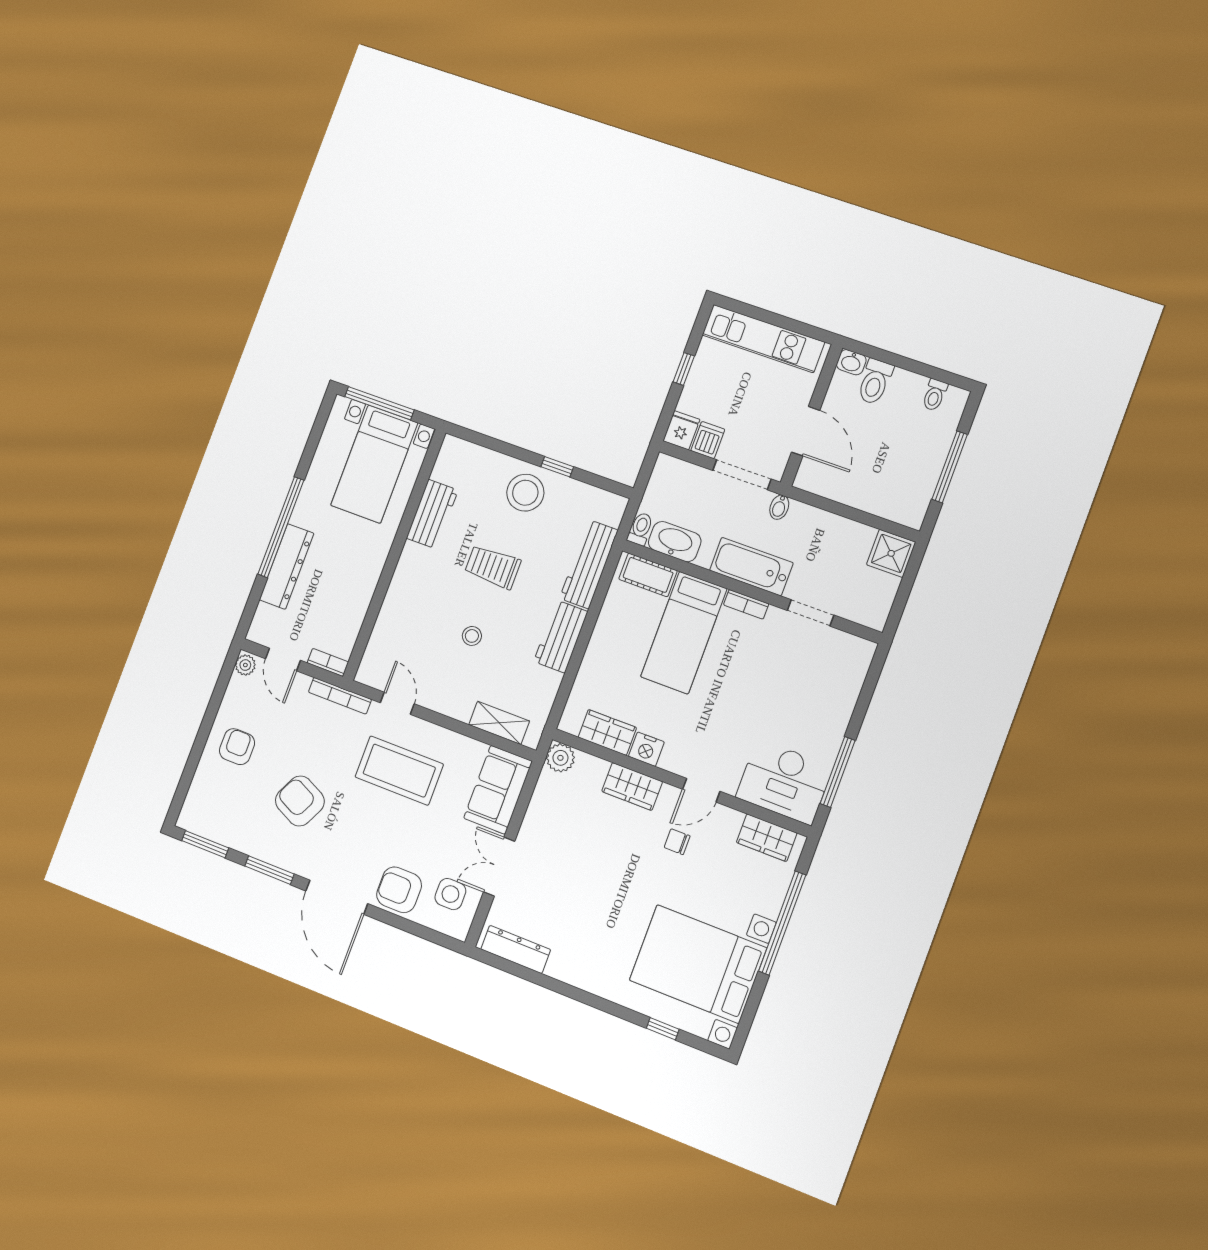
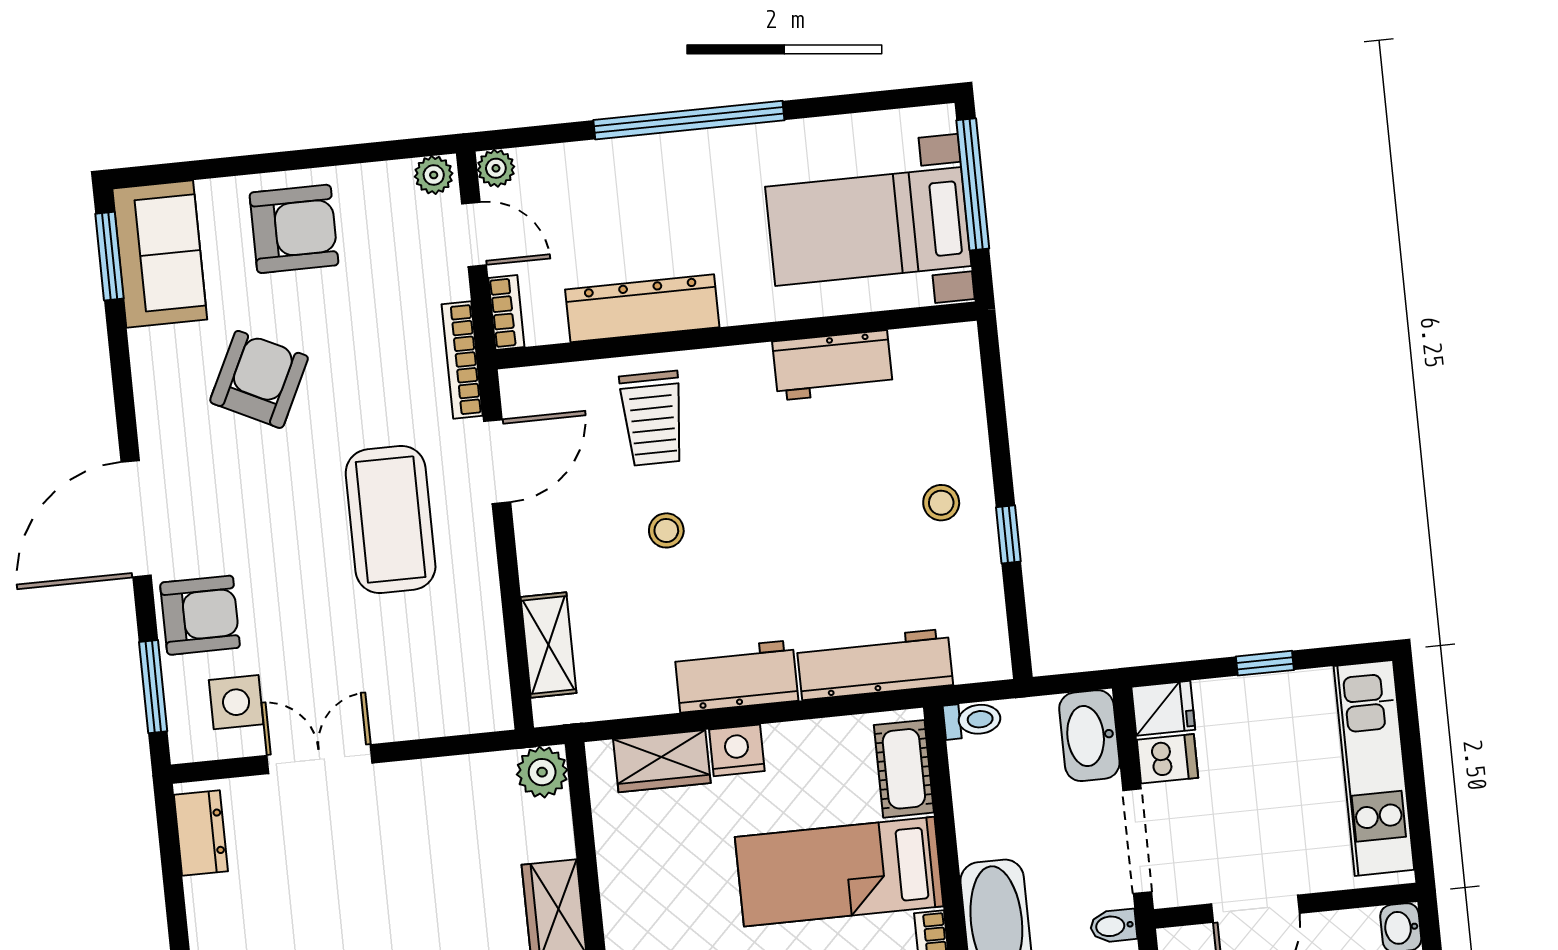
stool: (525, 493) -> (941, 503), width x0.53, depth x0.53
washbasin: (675, 542) -> (1089, 736), moved, turned 180
dresser: (287, 567) -> (642, 308), moved, turned 180
trolley: (493, 567) -> (652, 418), moved, turned 180
plant: (257, 633) -> (496, 168), added
door: (283, 659) -> (474, 234), swing flipped
door: (397, 703) -> (497, 462), width x1.38
wardrobe: (607, 732) -> (662, 761), moved, turned 90
armchair: (237, 747) -> (294, 229), width x1.38, depth x1.38
nightstand: (646, 749) -> (737, 750), moved, turned 90
sofa: (498, 790) -> (160, 254), moved, turned 90
window: (269, 870) -> (153, 687), moved
armchair: (399, 890) -> (200, 615), turned 90
dresser: (516, 949) -> (201, 833), width x0.70

